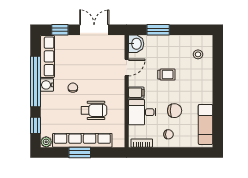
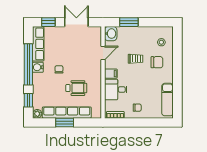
chair: (175, 111) -> (157, 62), moved

